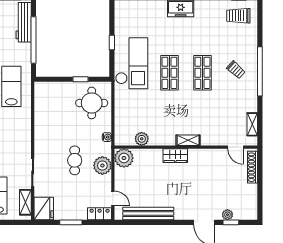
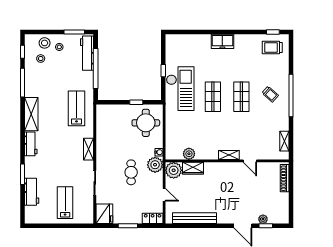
door: (235, 147) -> (250, 161), moved
wardrobe: (175, 156) -> (193, 168), moved
plant: (102, 165) -> (155, 165), moved
door: (113, 199) -> (164, 195), moved
shelving: (25, 202) -> (89, 149), moved

